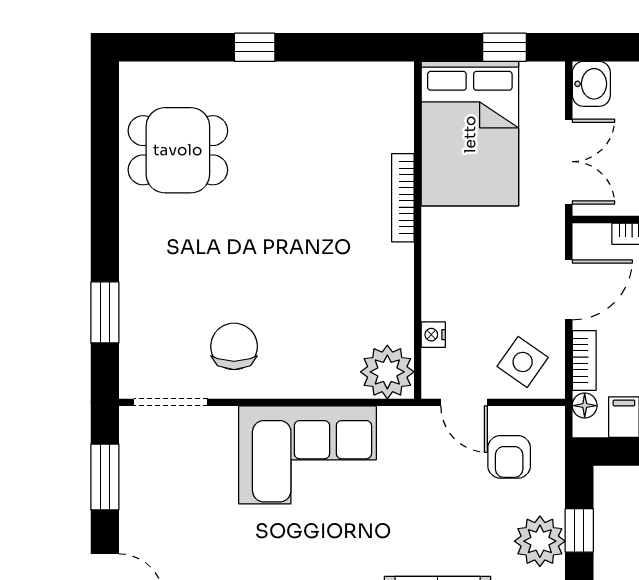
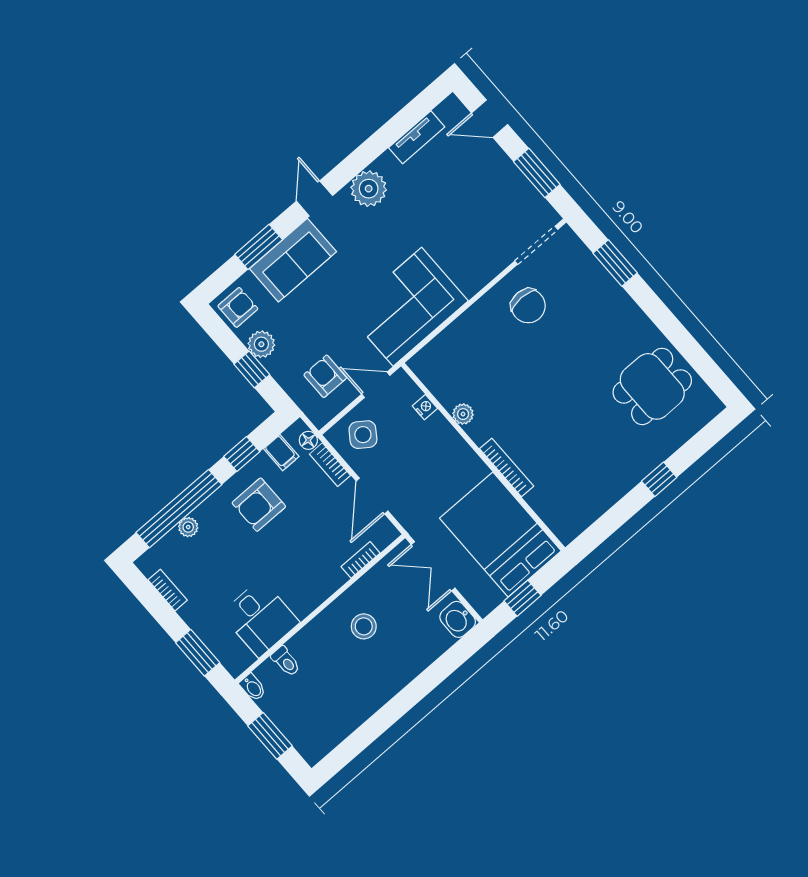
plant: (387, 372) -> (463, 414), moved, width x0.53, depth x0.53
corner sofa: (308, 455) -> (407, 307), moved
plant: (540, 541) -> (261, 344), width x0.73, depth x0.73

